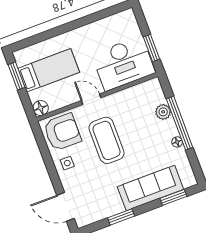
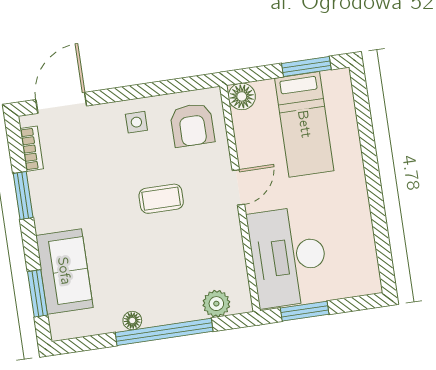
plant: (163, 112) -> (216, 304), moved
armchair: (62, 132) -> (192, 125), width x0.73, depth x0.73
coffee table: (107, 140) -> (161, 199), width x0.54, depth x0.58
sofa: (150, 188) -> (64, 271), width x0.73
bookcase: (94, 218) -> (32, 149), added

